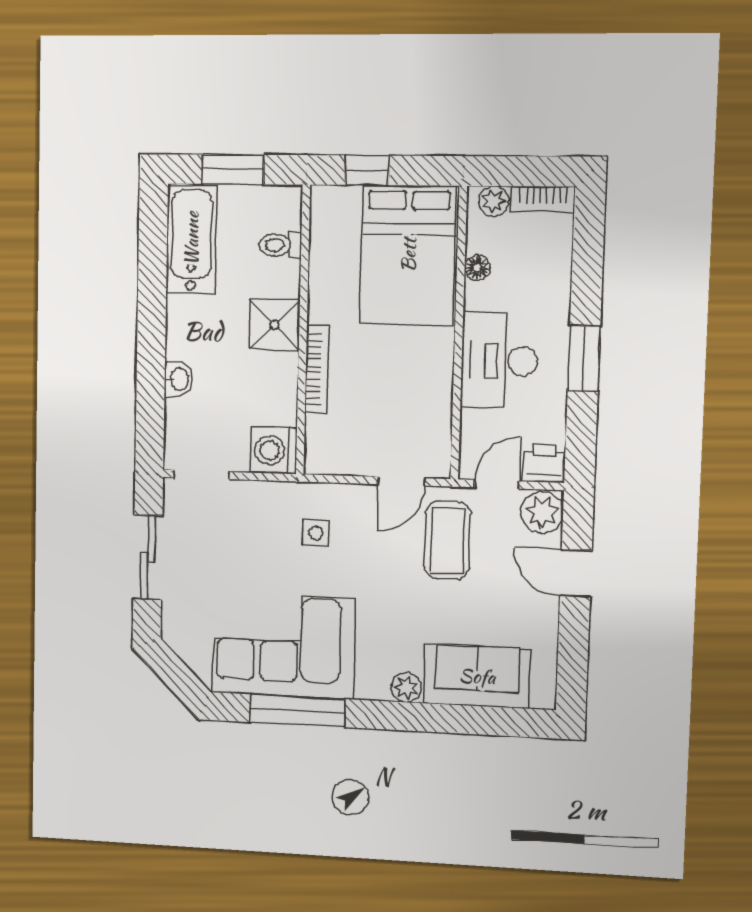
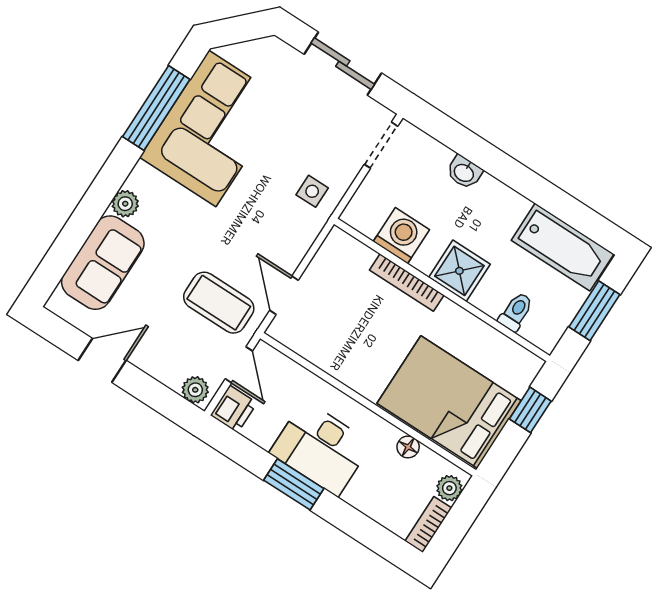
desk: (499, 361) -> (321, 448), moved, turned 180
washing machine: (274, 450) -> (401, 236), moved
plant: (542, 512) -> (195, 390), width x0.73, depth x0.73
side table: (316, 533) -> (312, 191), moved
door: (576, 573) -> (102, 360), moved

